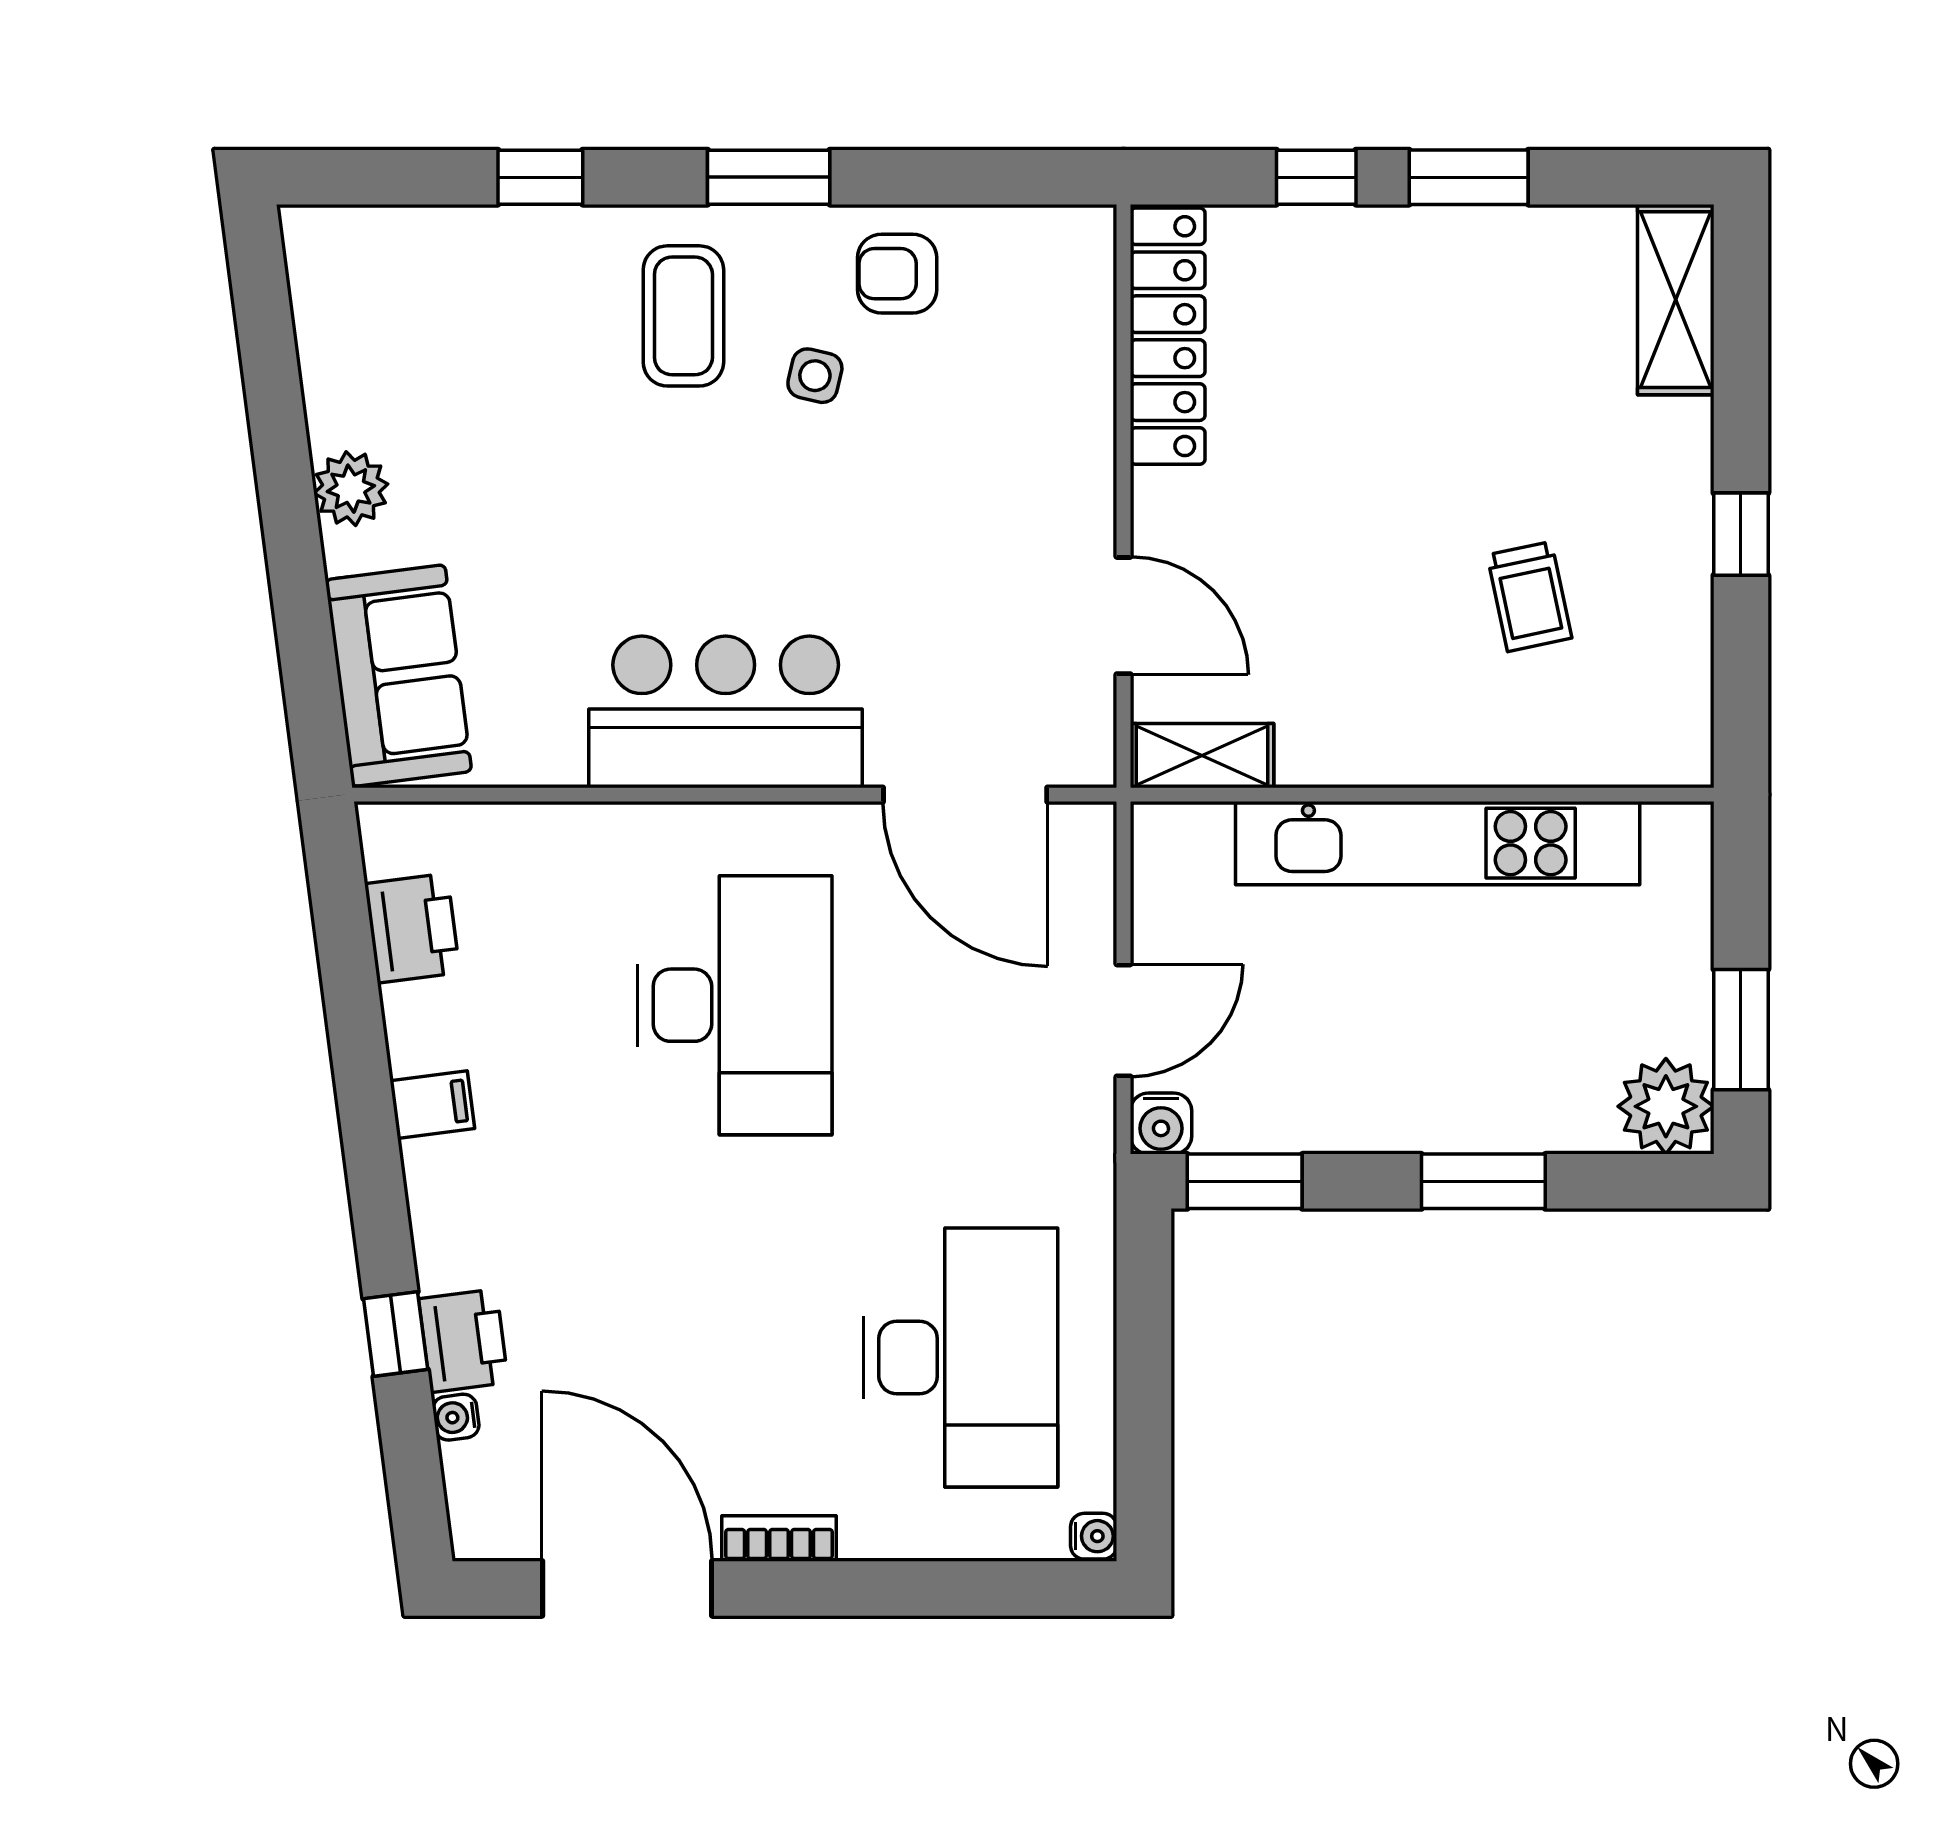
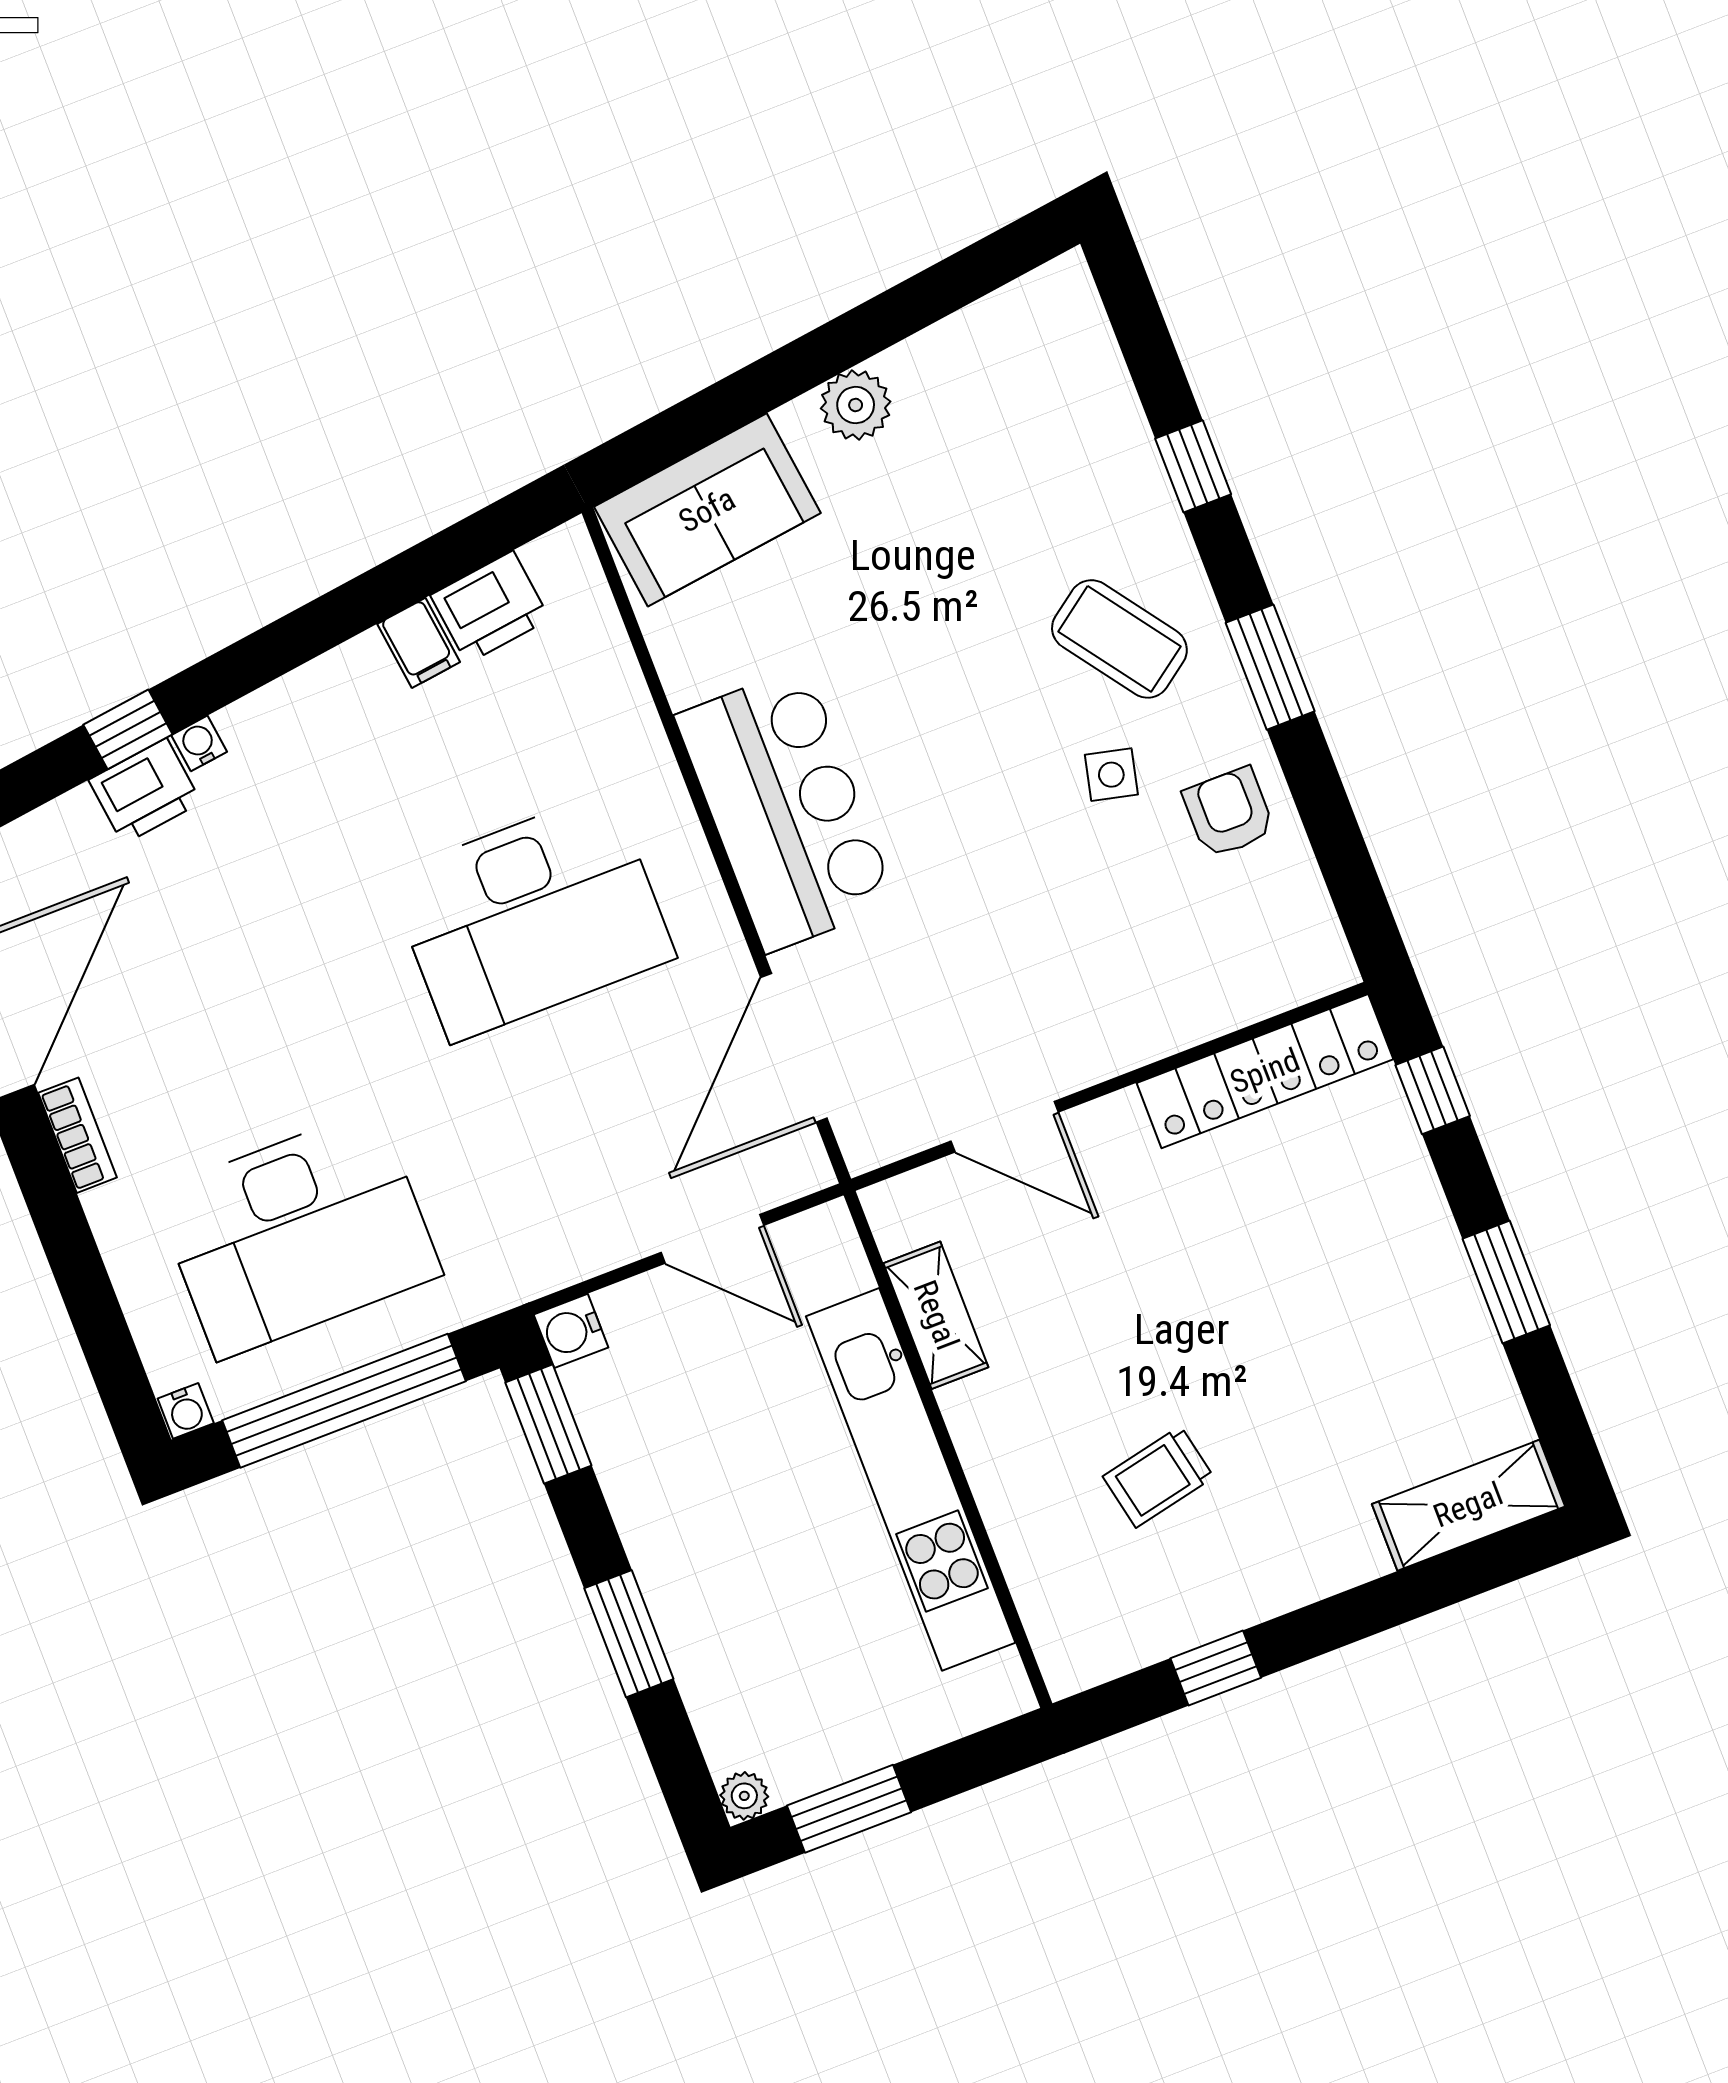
window: (1316, 177) -> (1433, 1090), moved
coffee table: (683, 316) -> (1119, 639), turned 54
window: (1741, 534) -> (1216, 1668), moved
door: (1124, 616) -> (1005, 1127), hinge flipped
shelving: (1202, 756) -> (936, 1315), moved
door: (1124, 1020) -> (712, 1239), moved
filing cabinet: (432, 1105) -> (419, 643), moved
plant: (1666, 1106) -> (744, 1796), width x0.53, depth x0.53
window: (1144, 1375) -> (344, 1401), added
water cooler: (456, 1417) -> (199, 743), moved

